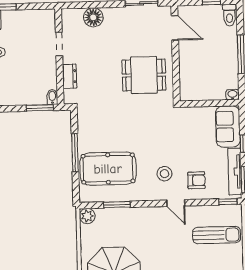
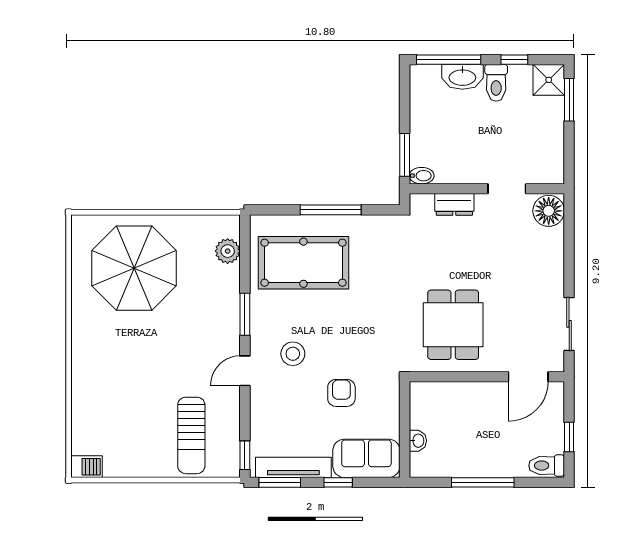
floor lamp: (93, 17) -> (549, 211), moved
washbasin: (233, 95) -> (418, 441), moved
pool table: (108, 169) -> (303, 263), turned 90
armchair: (196, 180) -> (341, 393), moved, turned 180
window: (117, 205) -> (245, 314), moved
plant: (87, 216) -> (228, 251), moved

